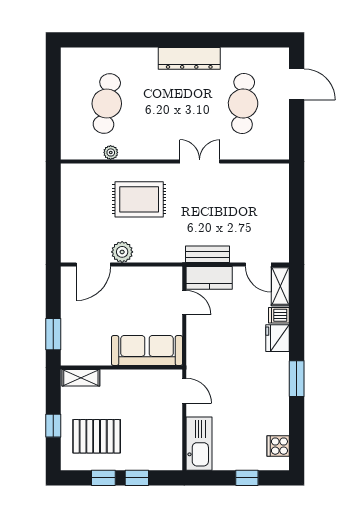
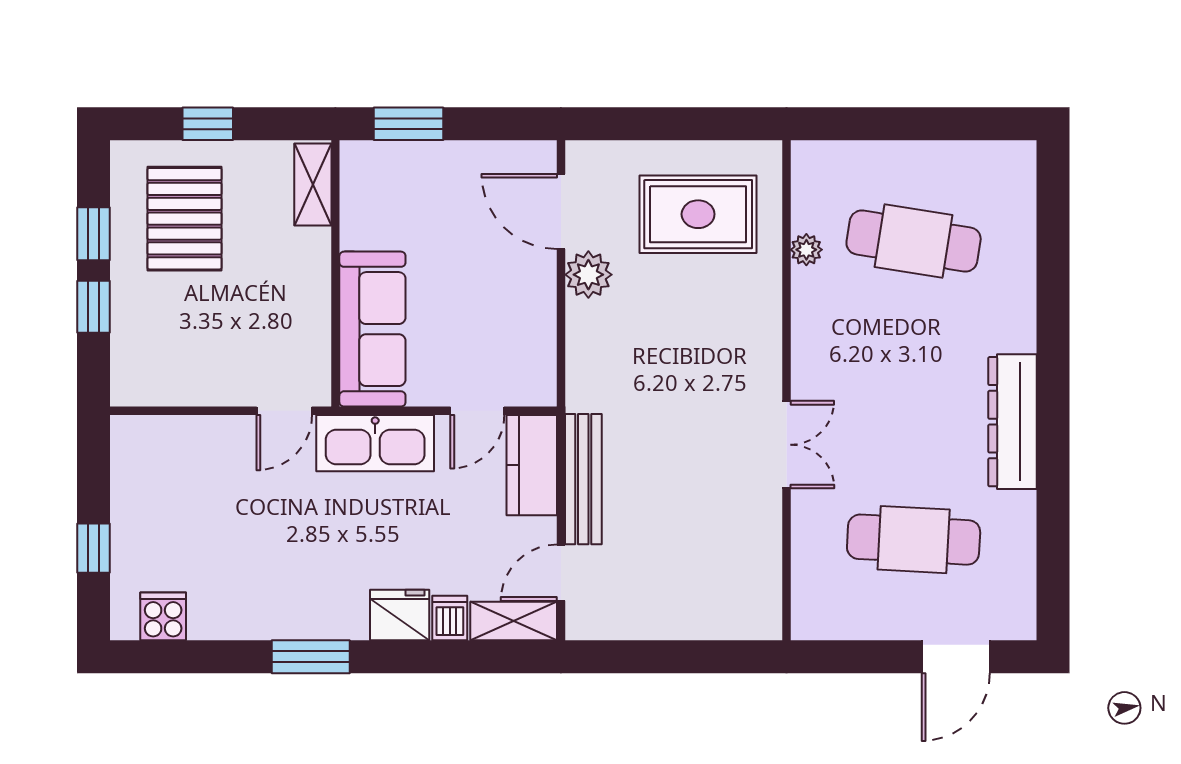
rug: (139, 199) -> (698, 214), moved, turned 90
bench: (208, 254) -> (583, 479), width x1.36
kitchen sink: (199, 444) -> (375, 443), moved

